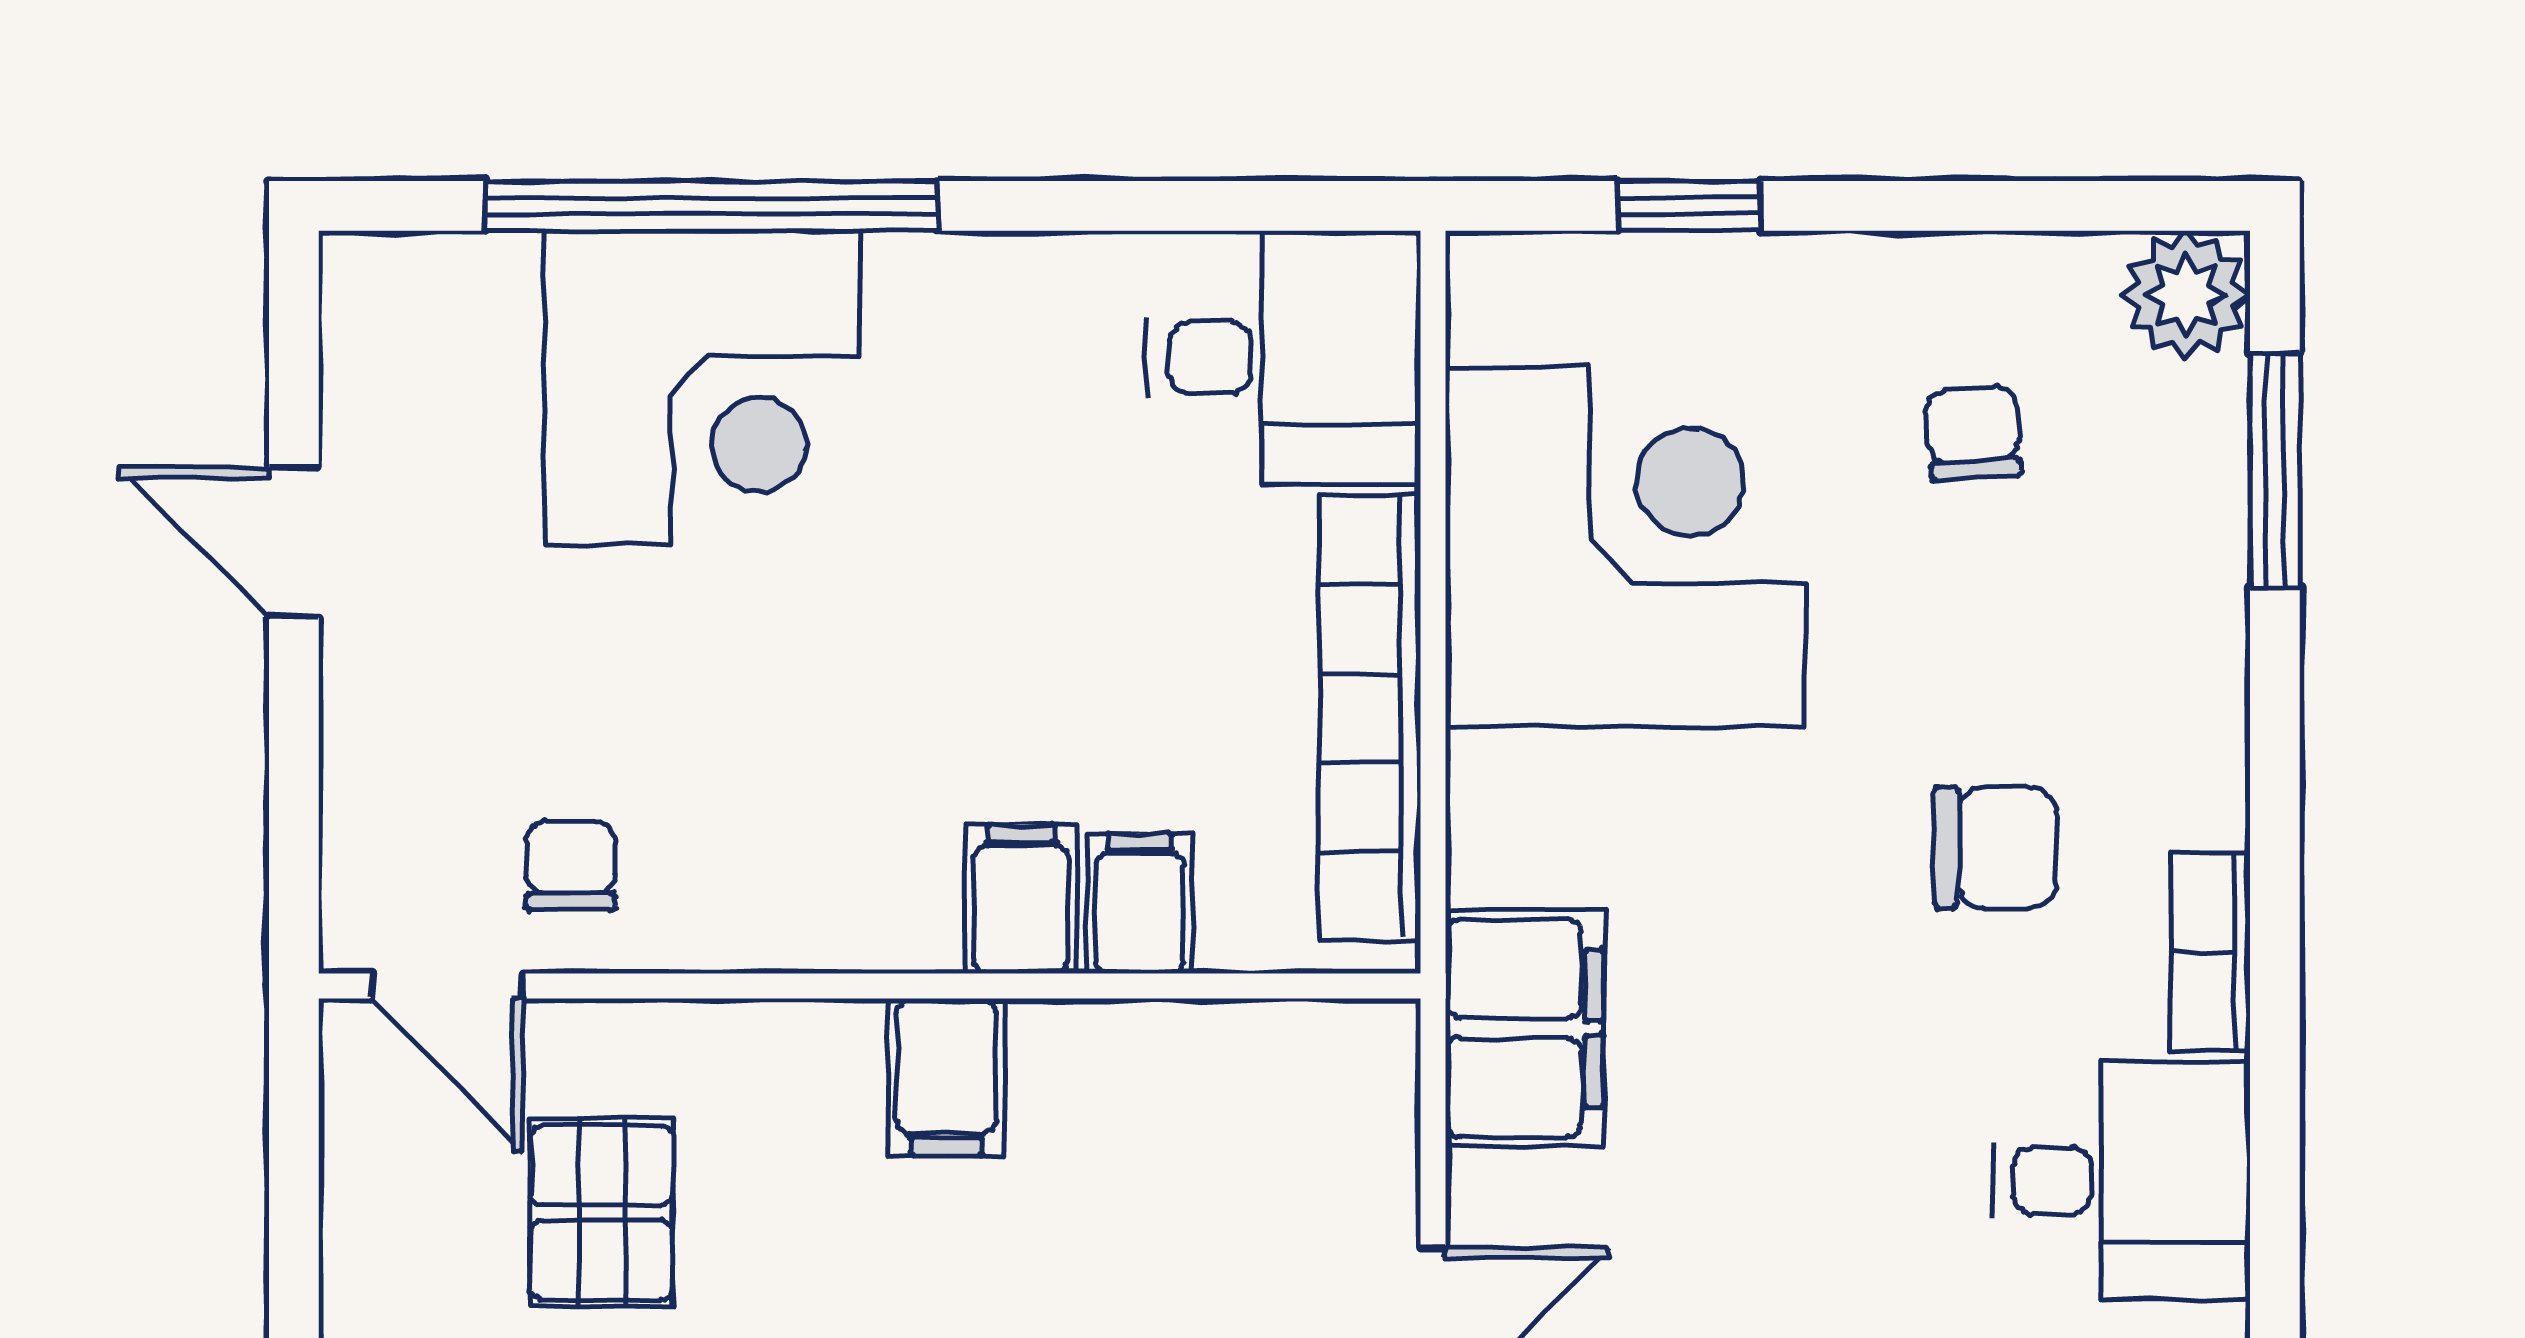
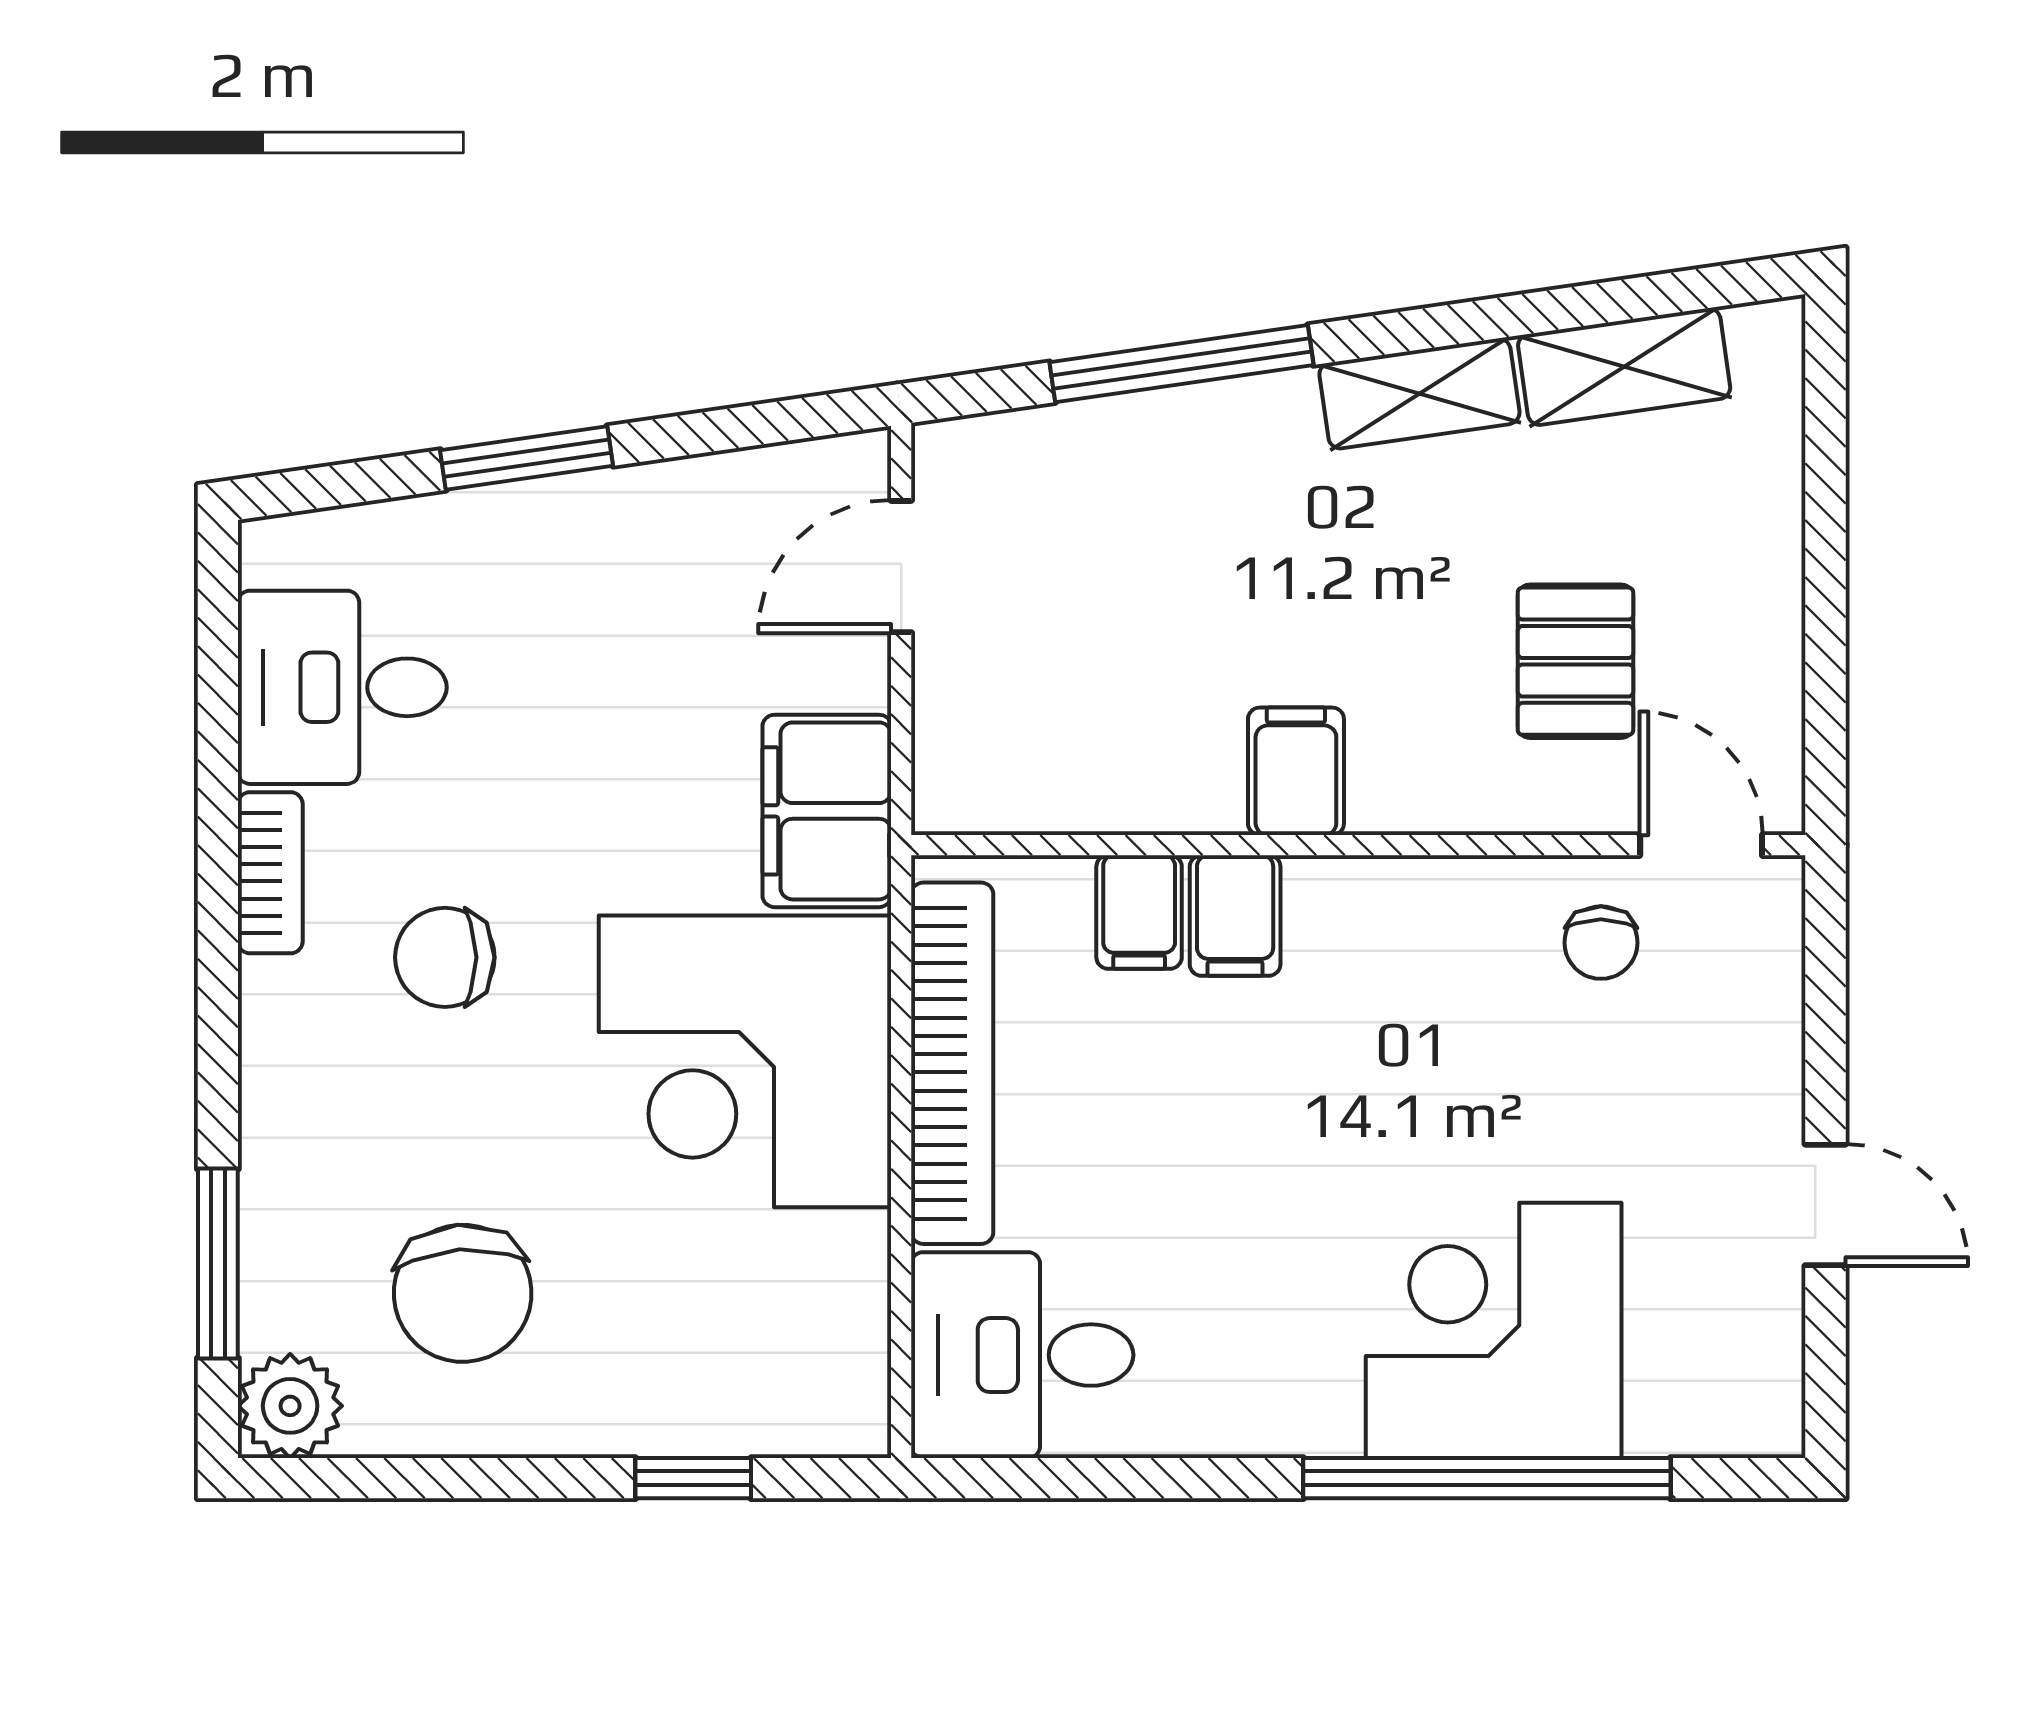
chair: (1973, 434) -> (463, 1293), width x1.87, depth x1.87
corner desk: (1625, 547) -> (745, 1061), moved

